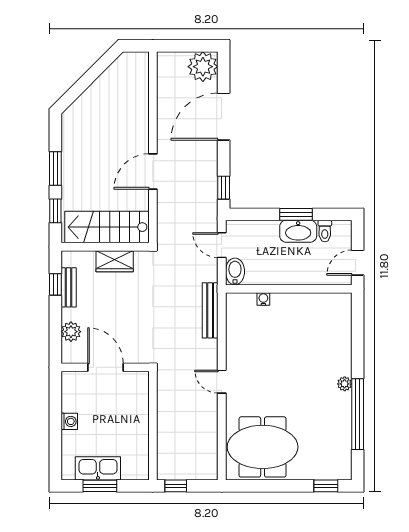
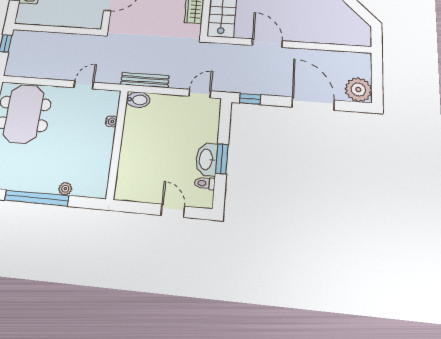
bidet: (235, 271) -> (138, 100), moved
wall: (289, 289) -> (117, 144), moved
water cooler: (263, 299) -> (111, 121), moved

